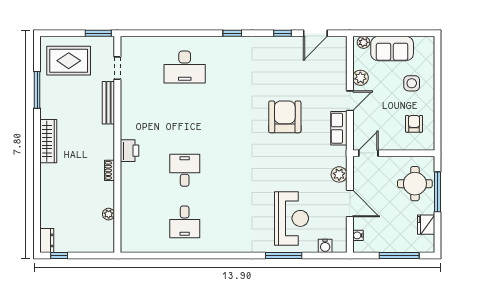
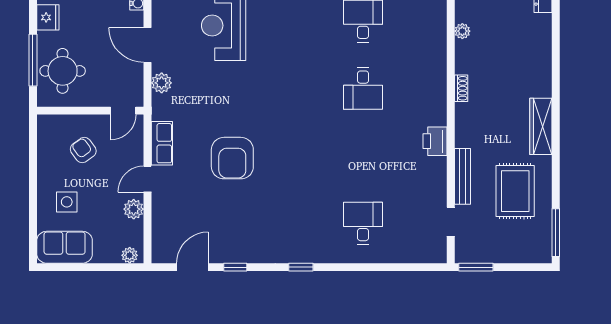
sofa: (392, 49) -> (65, 247), moved
rug: (69, 61) -> (515, 191), moved, turned 90
desk: (185, 67) -> (363, 223), width x0.73
window: (37, 90) -> (556, 233), moved
armchair: (414, 124) -> (83, 150), moved, turned 144
printer: (129, 151) -> (435, 141), moved

